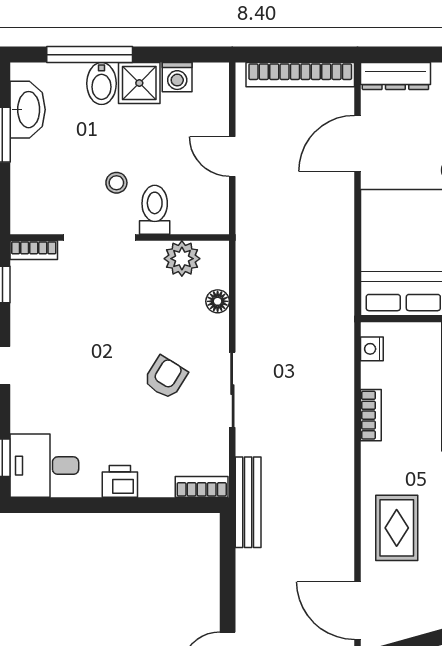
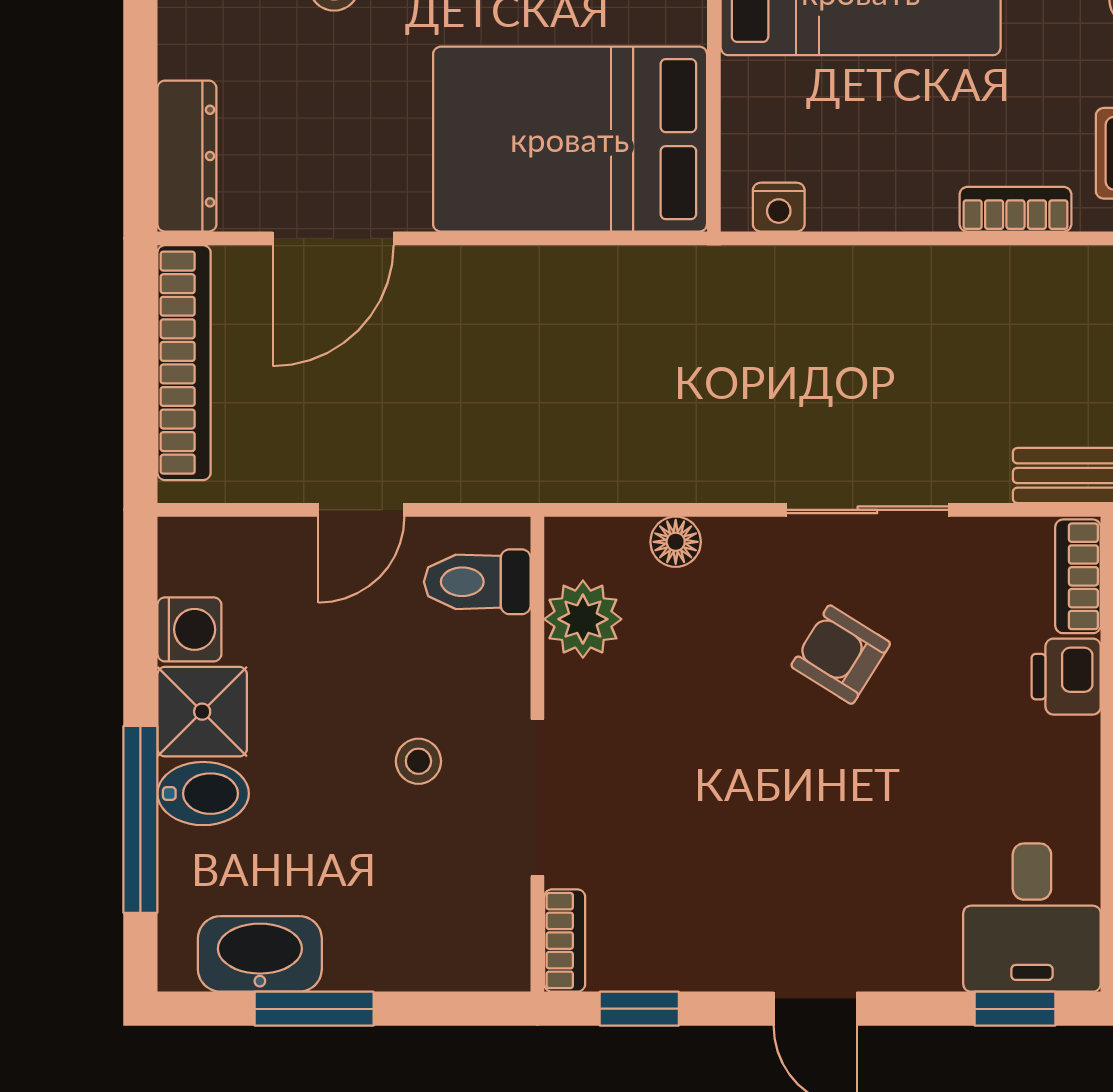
door: (357, 143) -> (333, 238), hinge flipped
toilet: (155, 210) -> (477, 582), moved
bookcase: (371, 415) -> (1015, 209), moved
printer: (120, 481) -> (1066, 677), moved

